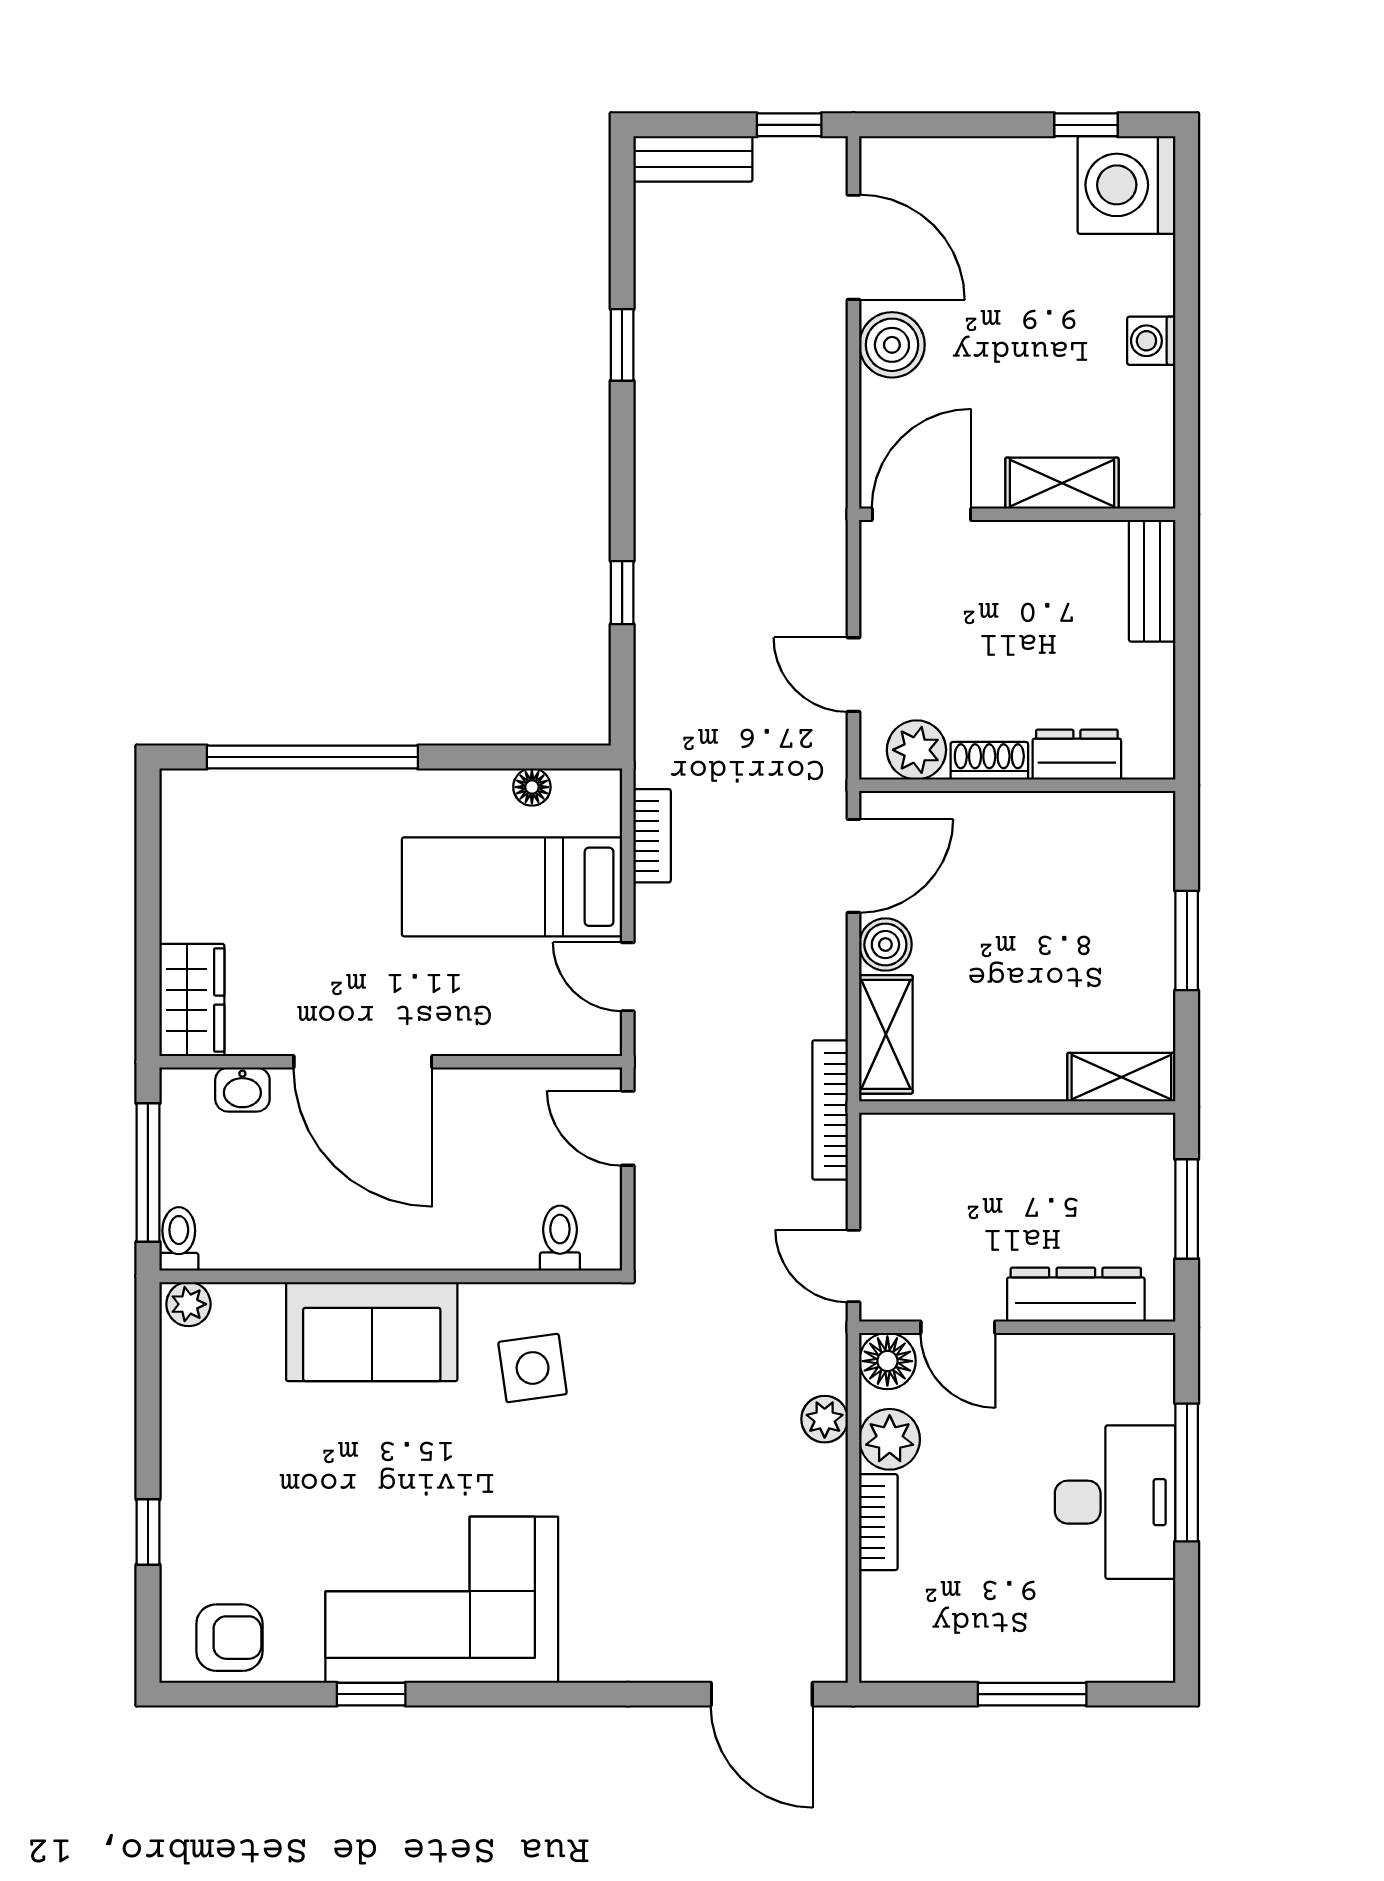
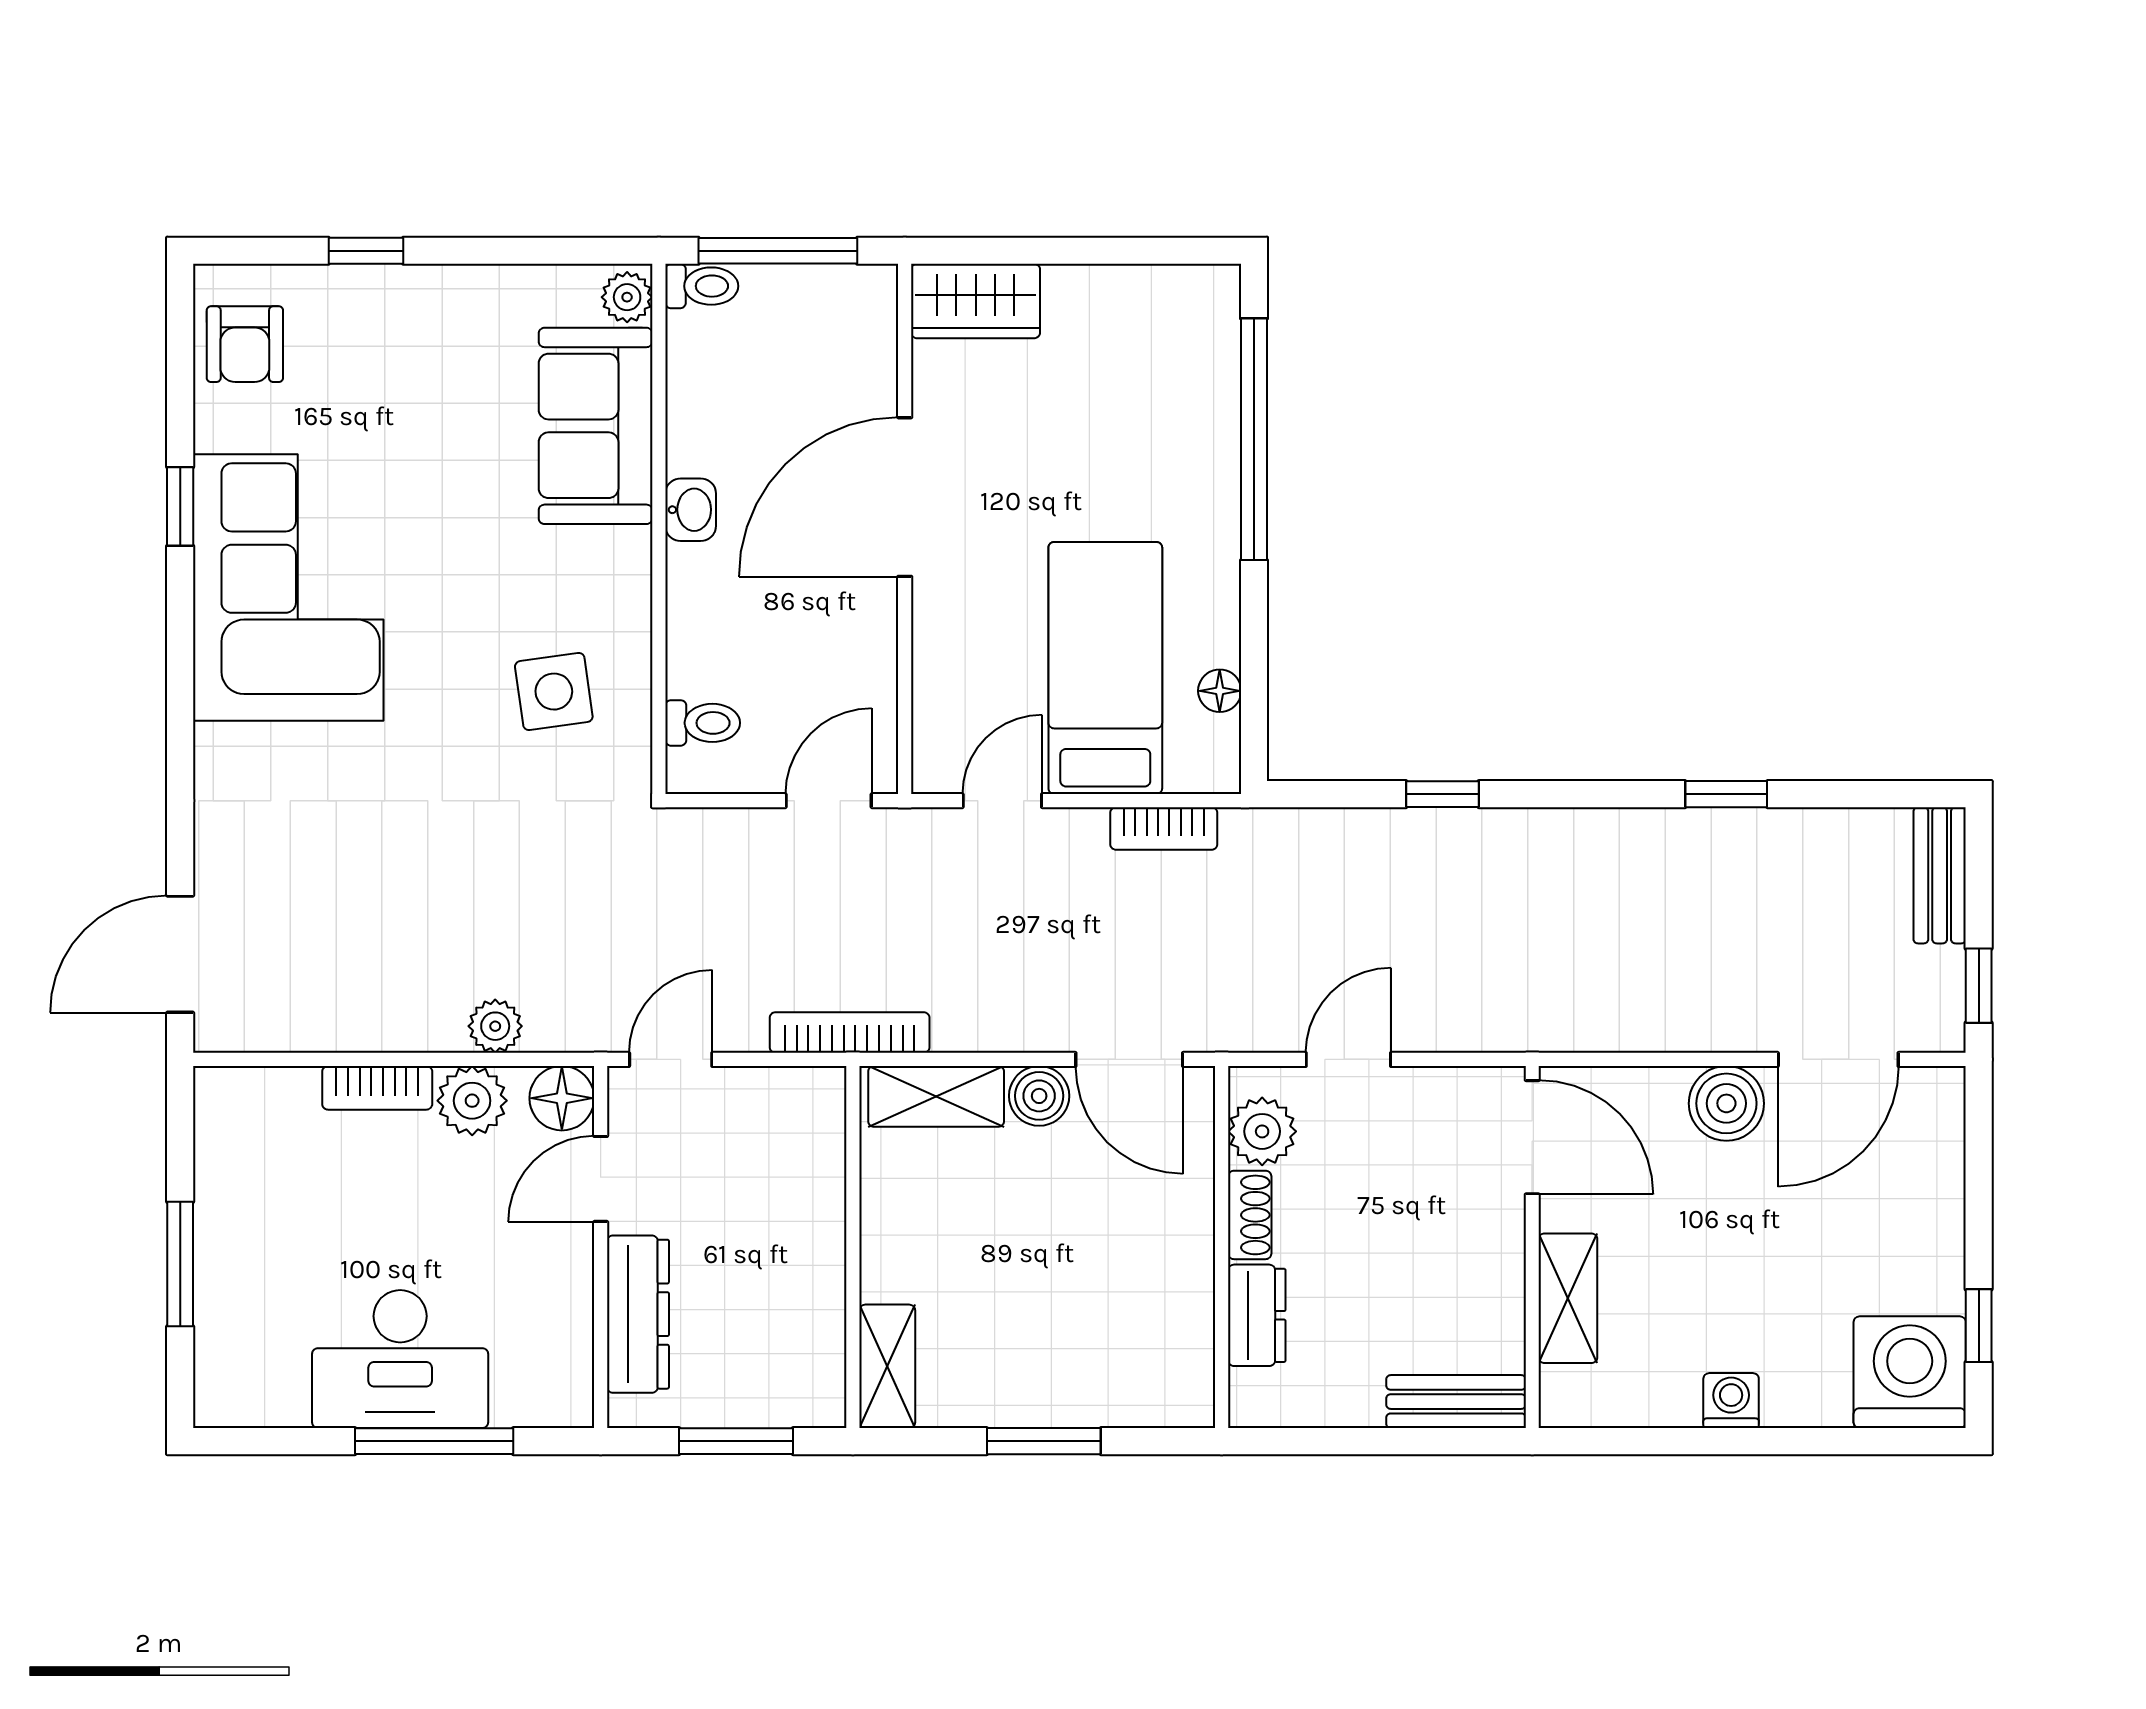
washbasin: (242, 1090) -> (691, 510), moved, turned 180
sofa: (372, 1332) -> (596, 426), moved

